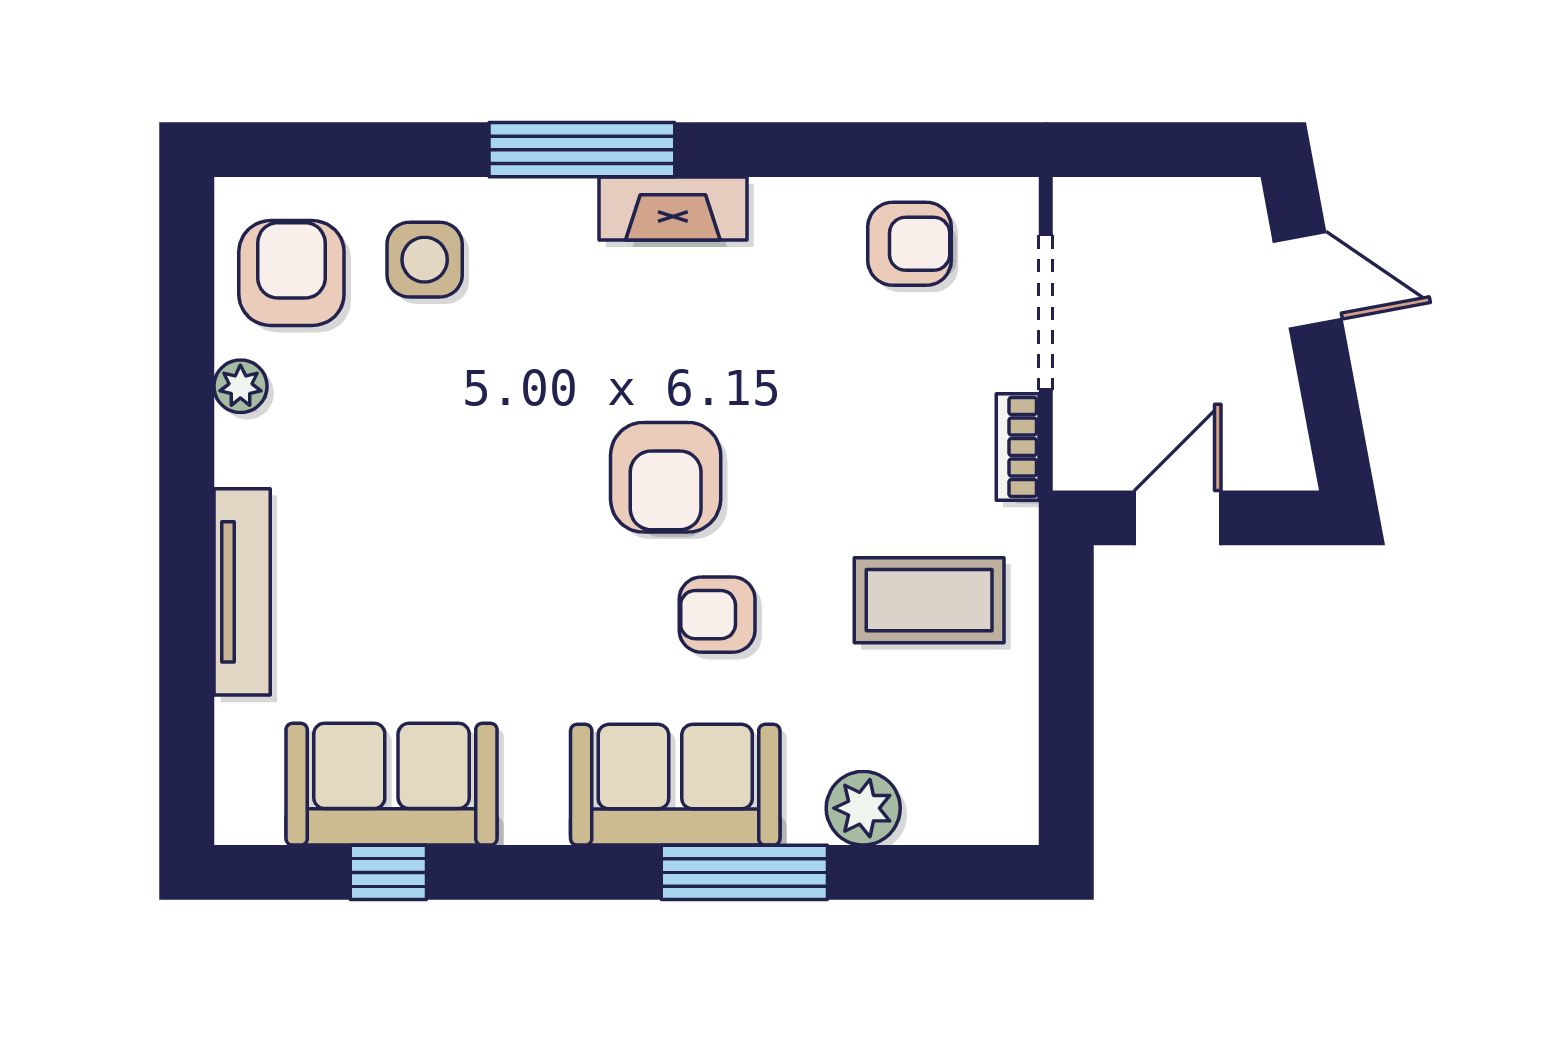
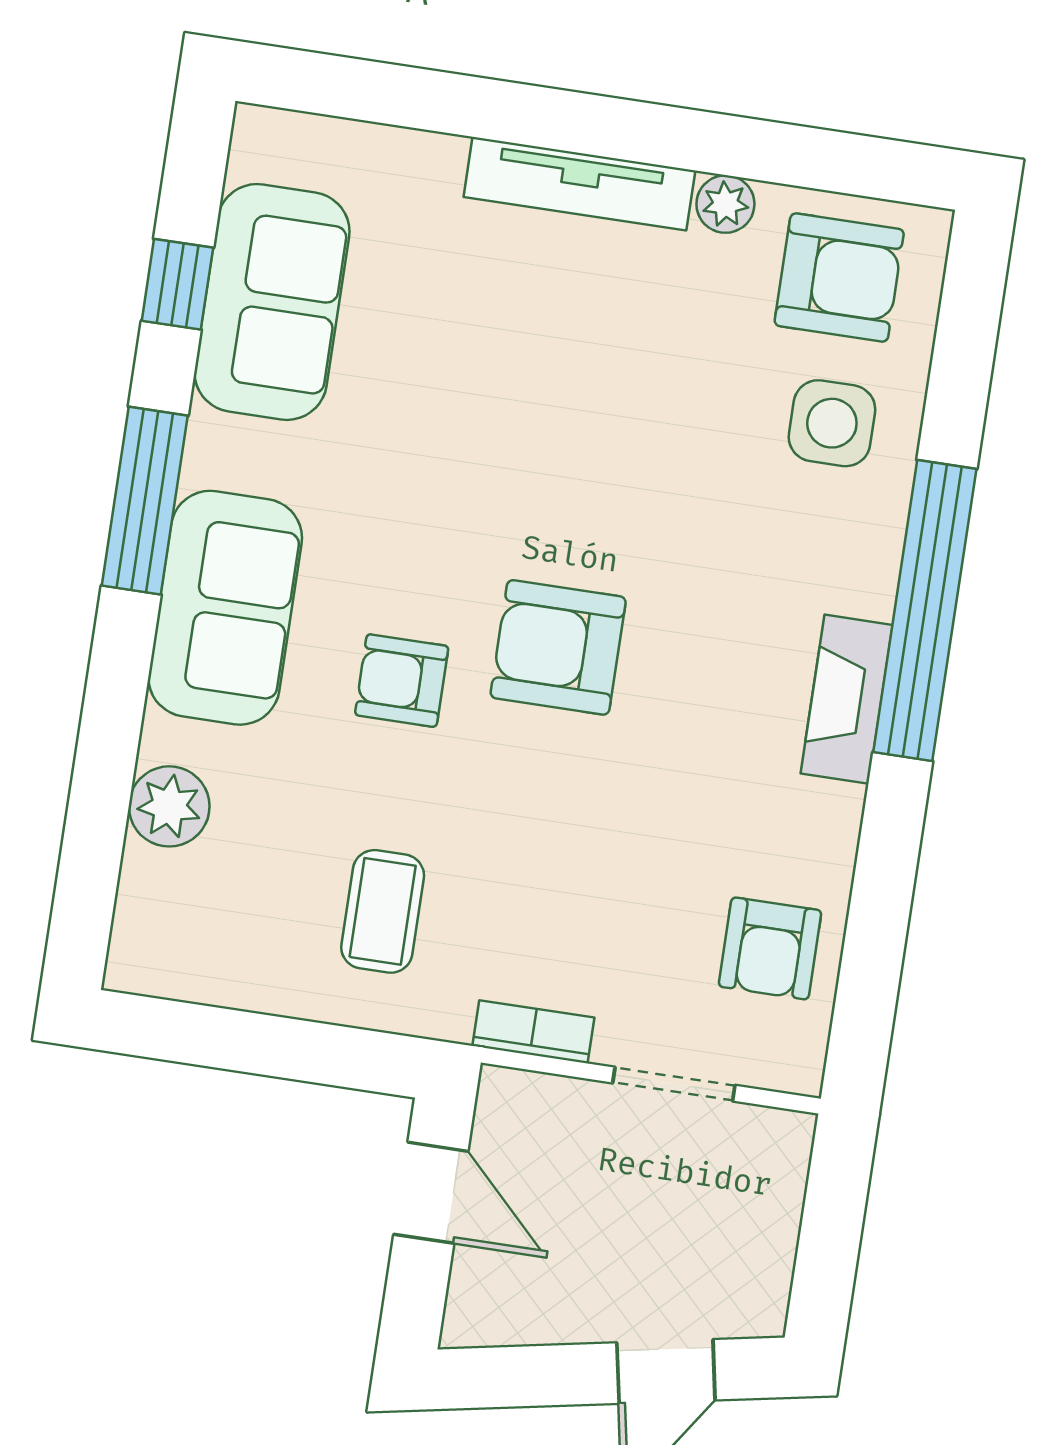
window: (582, 150) -> (925, 611), width x1.46
doorway: (1046, 312) -> (674, 1084), width x0.73
tv unit: (242, 592) -> (579, 184), moved
coffee table: (929, 600) -> (383, 911), width x0.73, depth x0.77
armchair: (717, 615) -> (402, 681), turned -90
window: (744, 872) -> (145, 501), moved

